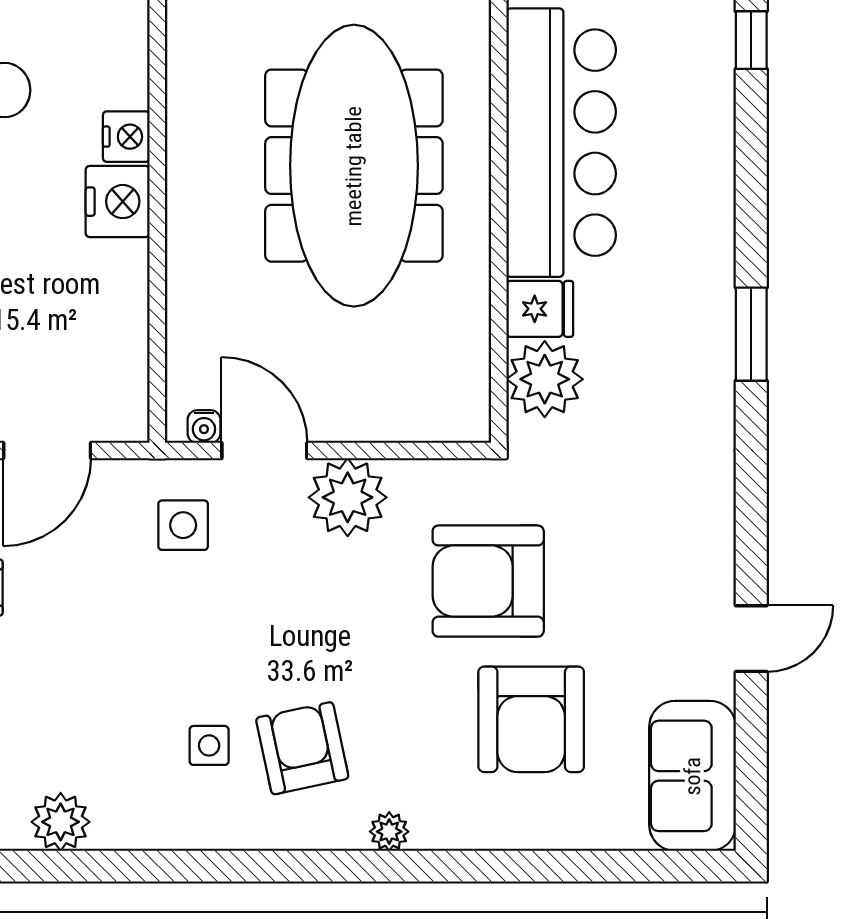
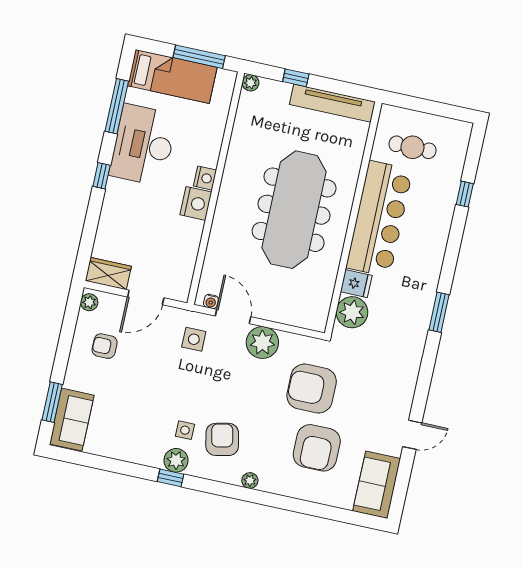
plant: (61, 822) -> (176, 460), moved
window: (200, 866) -> (171, 478), added

